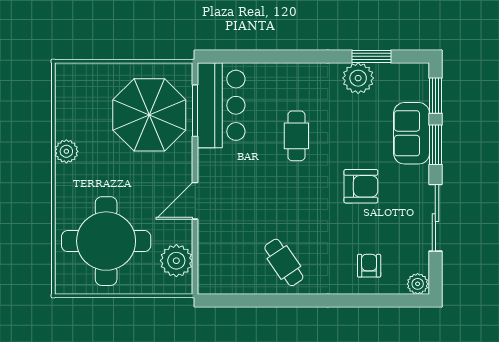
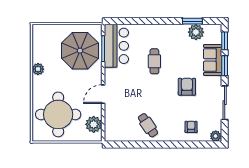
plant: (358, 78) -> (196, 32), moved
armchair: (361, 186) -> (187, 87), turned -90

